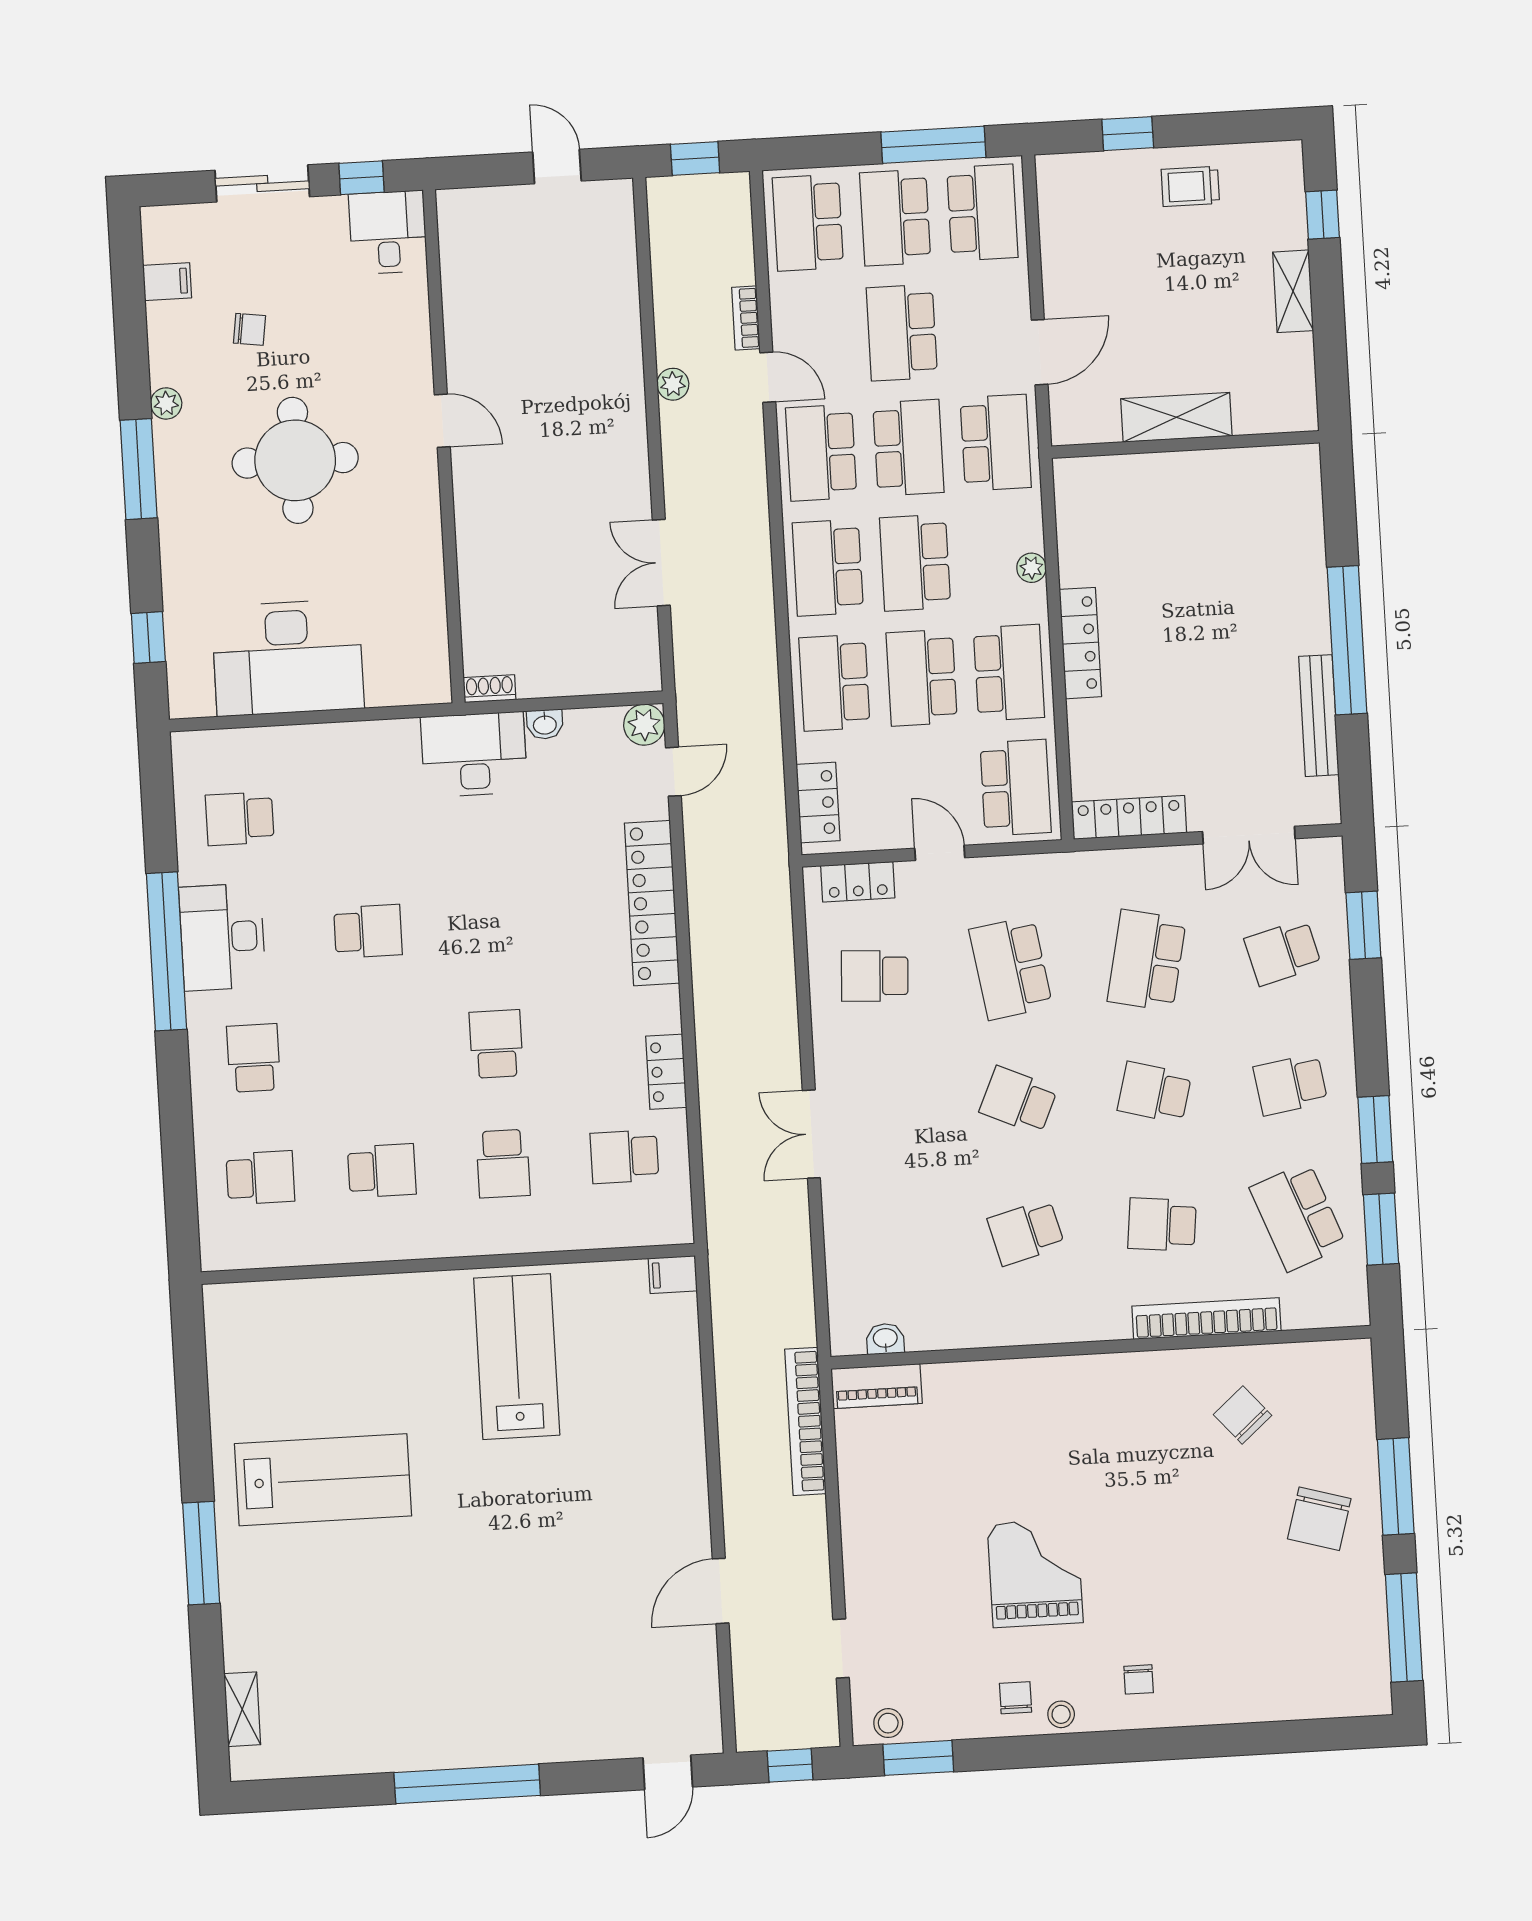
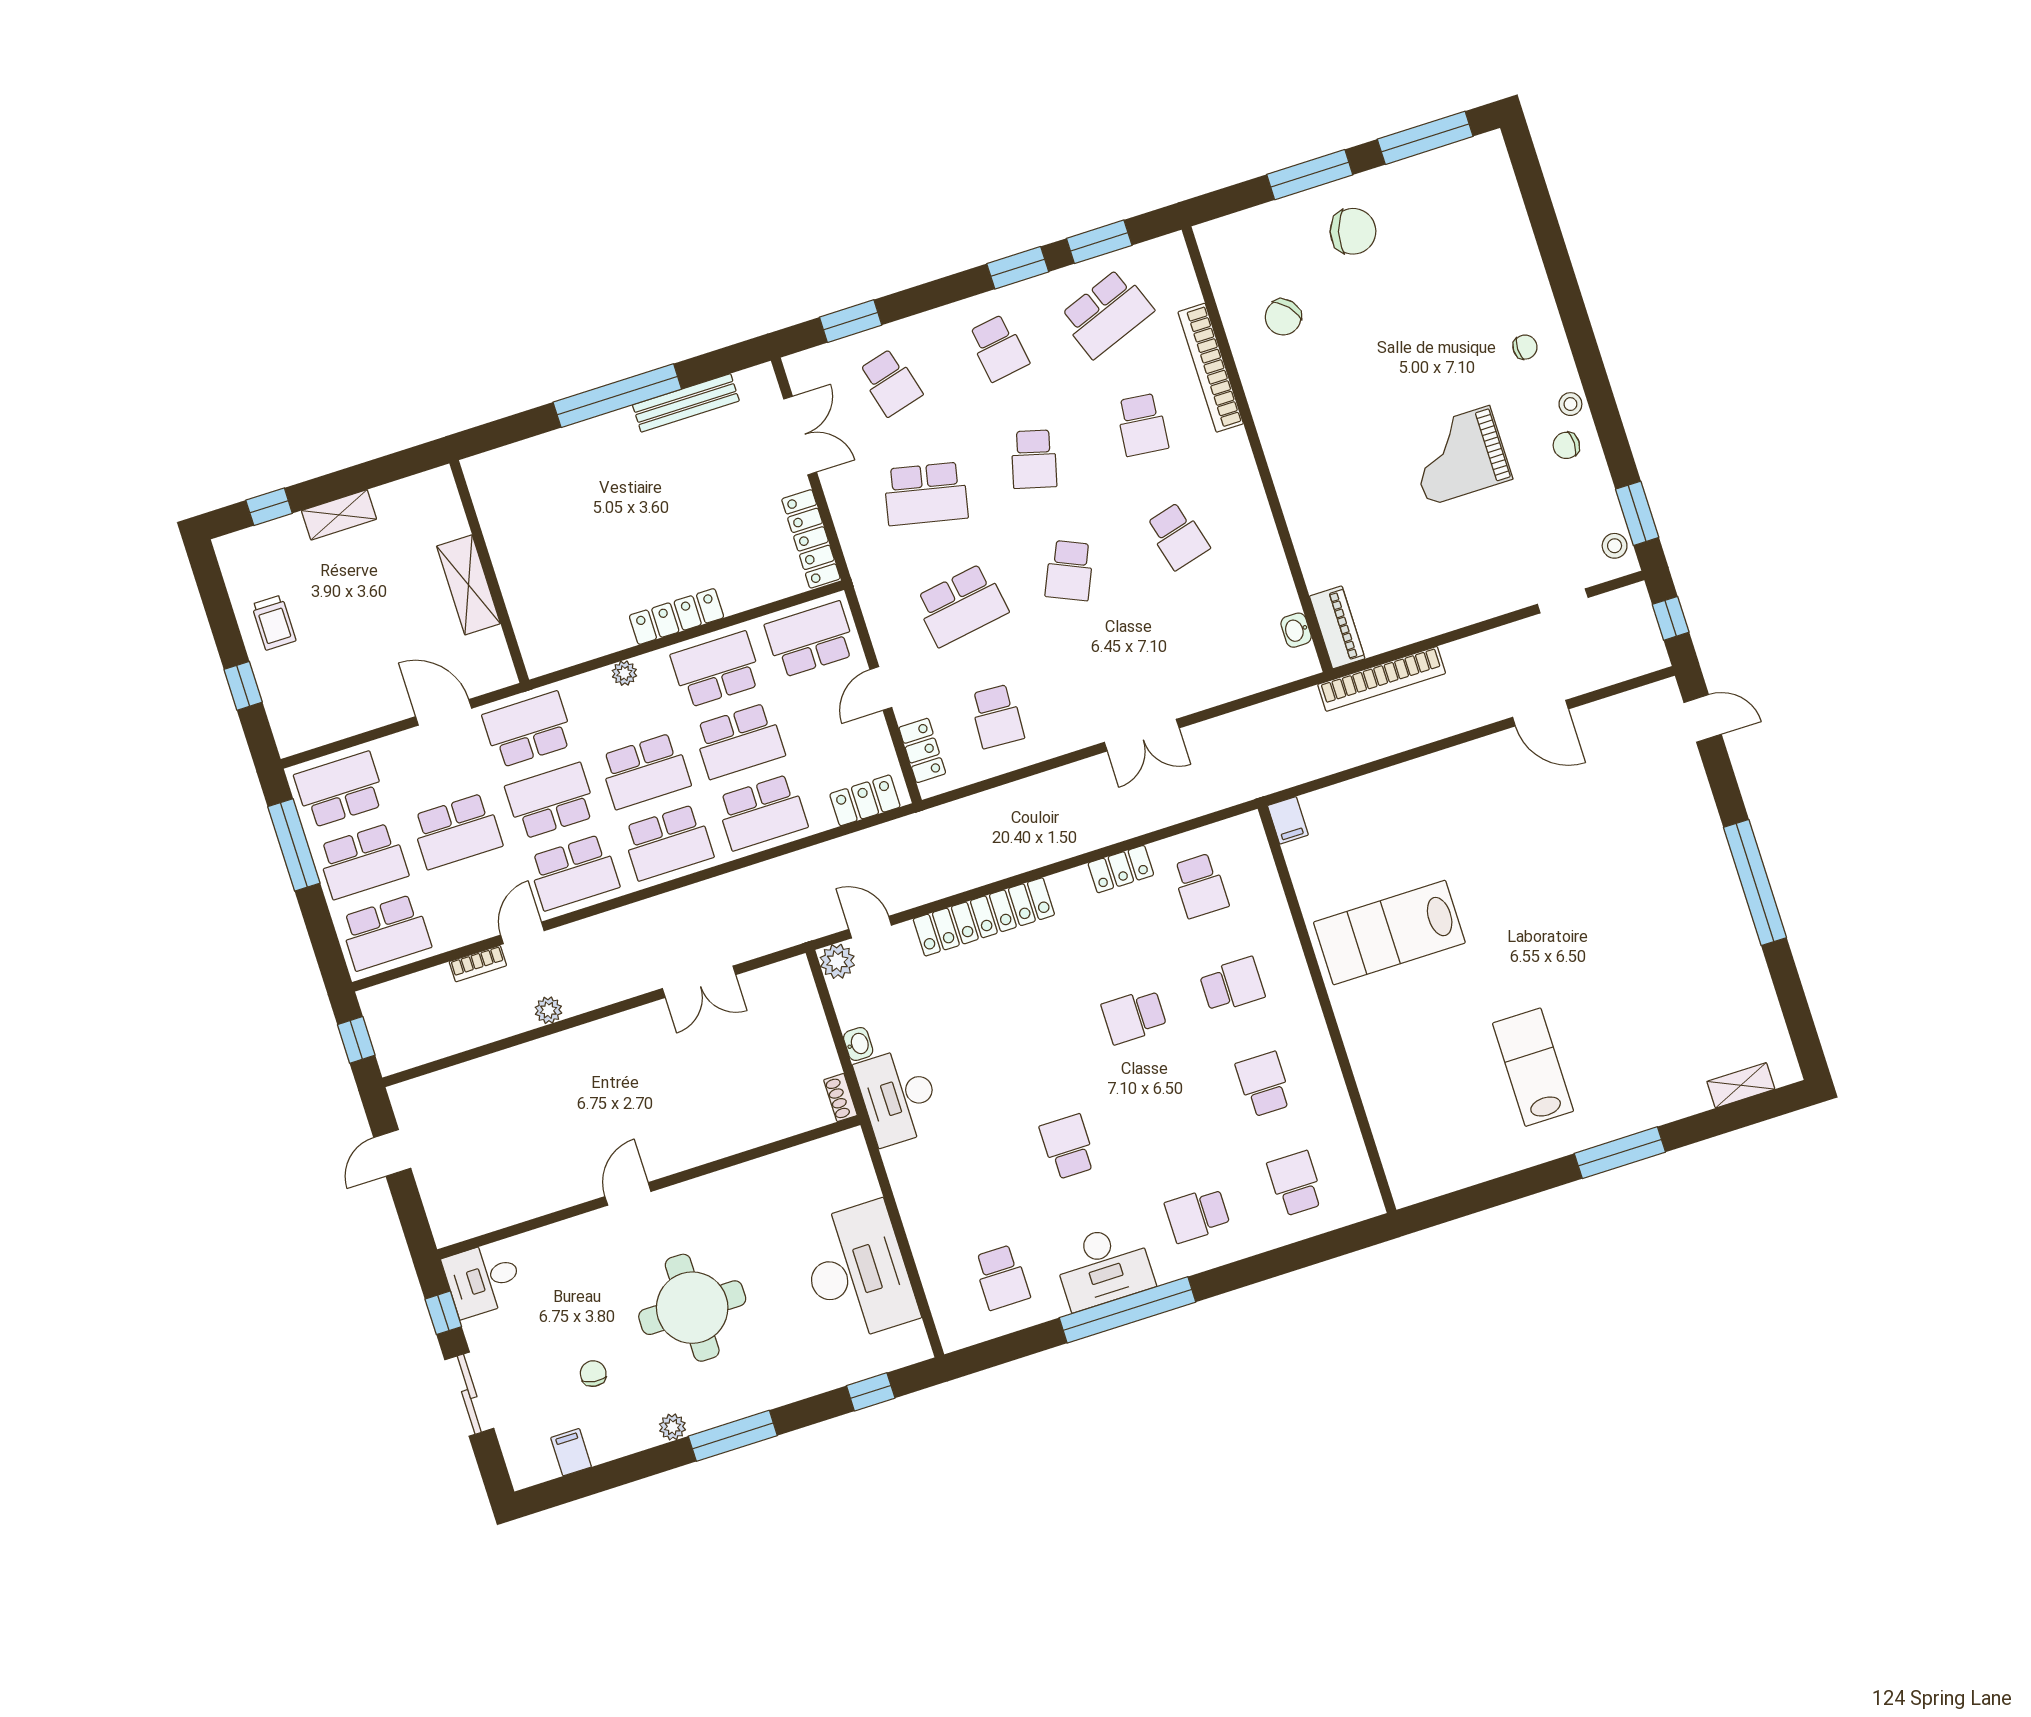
lab bench: (323, 1480) -> (1533, 1067), width x0.73, depth x0.72

